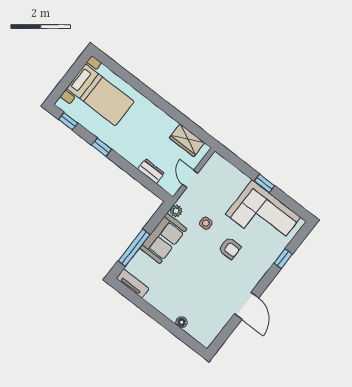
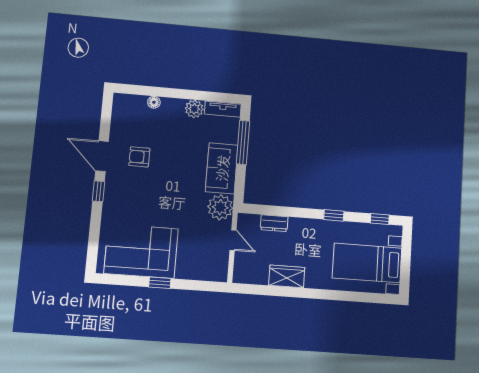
wardrobe: (187, 140) -> (287, 276), moved
plant: (176, 211) -> (220, 207), width x1.87, depth x1.87
side table: (206, 223) -> (191, 208), removed
armchair: (230, 248) -> (139, 157), moved
window: (283, 259) -> (99, 191), moved
plant: (154, 297) -> (194, 109), added

